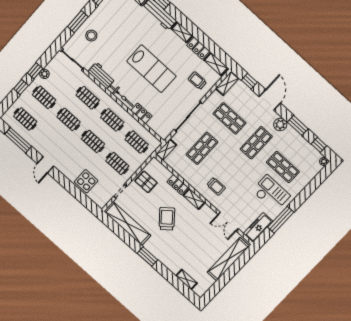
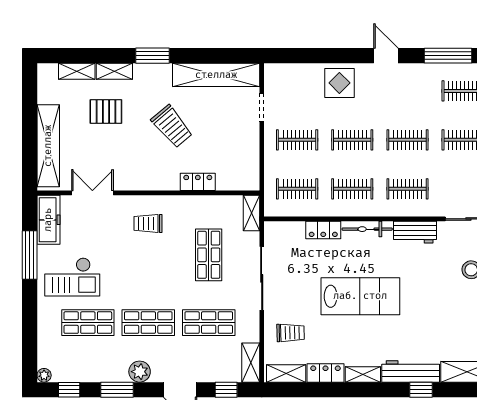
lab bench: (151, 69) -> (360, 296), turned 180
shop shelf: (256, 143) -> (148, 323), turned 90
display table: (86, 181) -> (339, 83), moved
pallet: (146, 182) -> (106, 112), moved
shelving: (194, 199) -> (114, 71), moved

